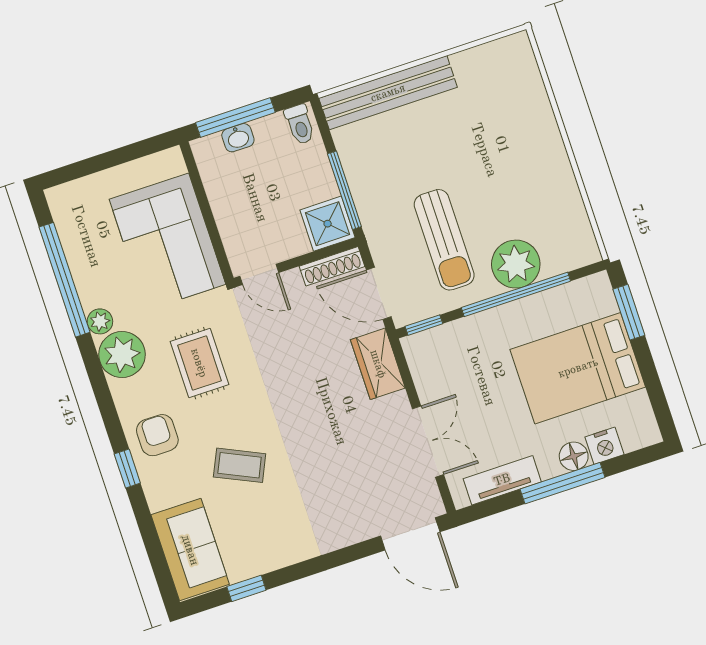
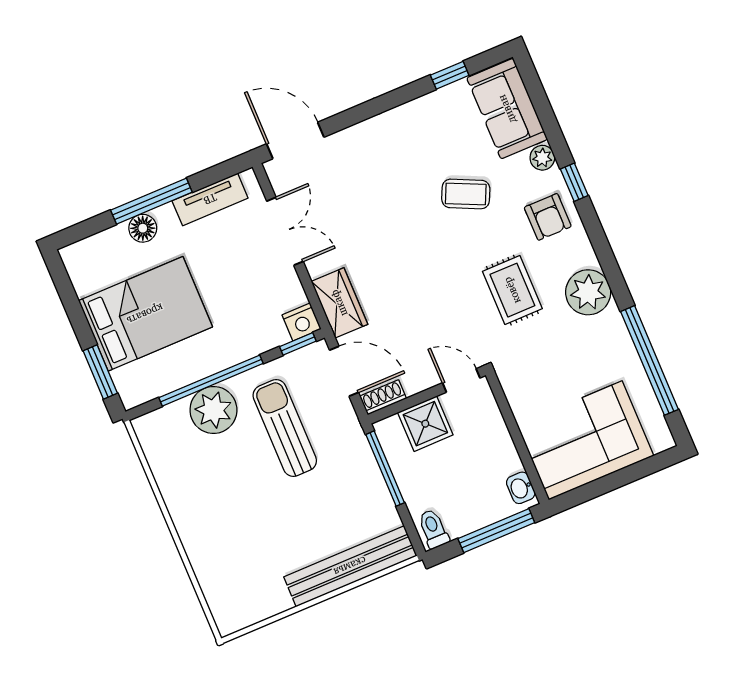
washbasin: (238, 138) -> (521, 488), moved, turned -90
shower: (328, 224) -> (425, 424), moved
corner sofa: (167, 242) -> (585, 440), moved, turned -90
shoe rack: (332, 266) -> (383, 397), width x0.70
plant: (100, 321) -> (542, 158), moved
double door: (428, 442) -> (285, 231), swing flipped
nightstand: (605, 446) -> (302, 322), moved, turned 180

